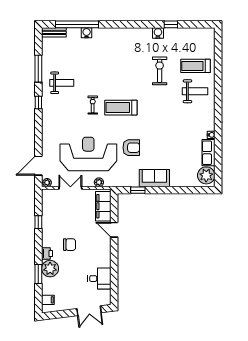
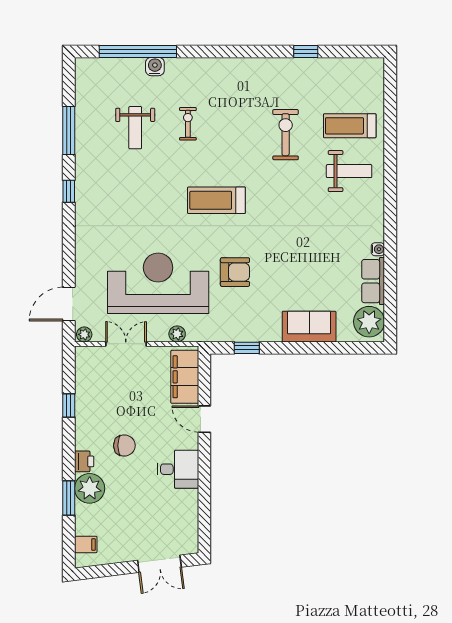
bench: (54, 32) -> (97, 66), removed
water cooler: (158, 33) -> (283, 67), removed
weight bench: (62, 83) -> (135, 128), moved, turned 90
exercise bike: (93, 105) -> (188, 124), moved
sofa: (154, 178) -> (309, 327), moved
desk: (99, 279) -> (178, 469), moved

